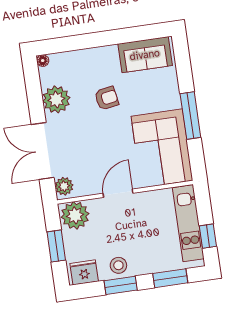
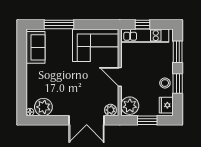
armchair: (107, 98) -> (59, 75), removed
plant: (56, 99) -> (43, 107), moved
window: (190, 115) -> (59, 24), moved
window: (208, 236) -> (142, 24), moved

